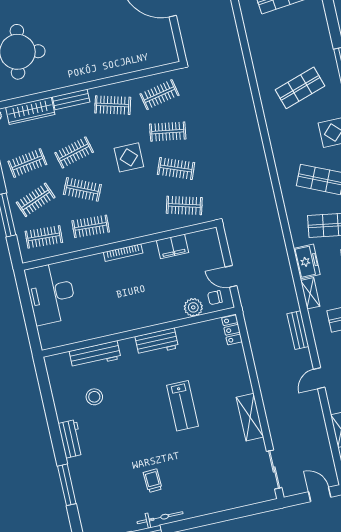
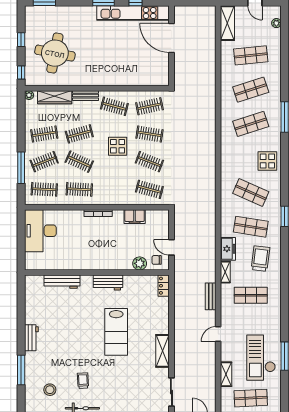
shop shelf: (290, 42) -> (251, 90), added
stool: (94, 397) -> (50, 390), moved
lab bench: (182, 406) -> (116, 332), width x1.36, depth x1.39

